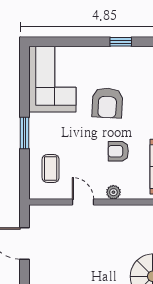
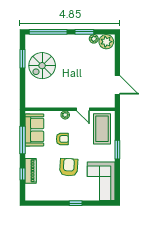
window: (121, 42) -> (76, 203), moved
coffee table: (51, 169) -> (102, 129), width x1.86, depth x1.72

